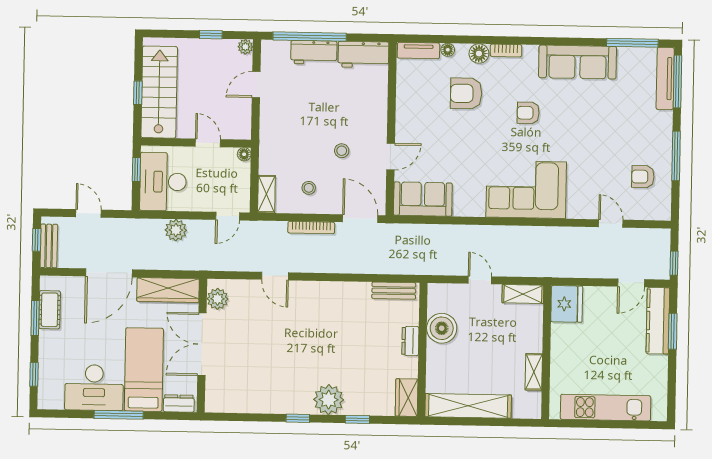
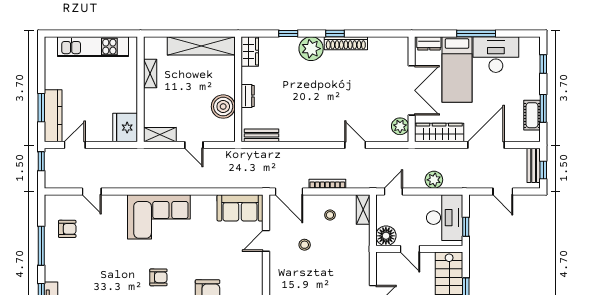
floor lamp: (244, 154) -> (386, 236), width x1.89, depth x1.89
shoe rack: (284, 406) -> (346, 43), added

